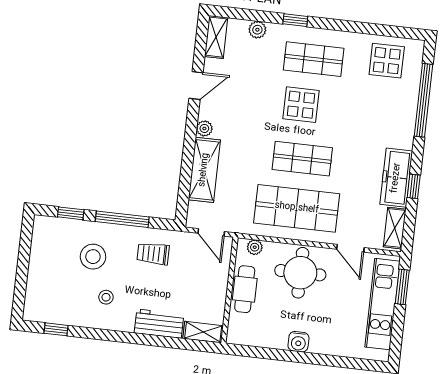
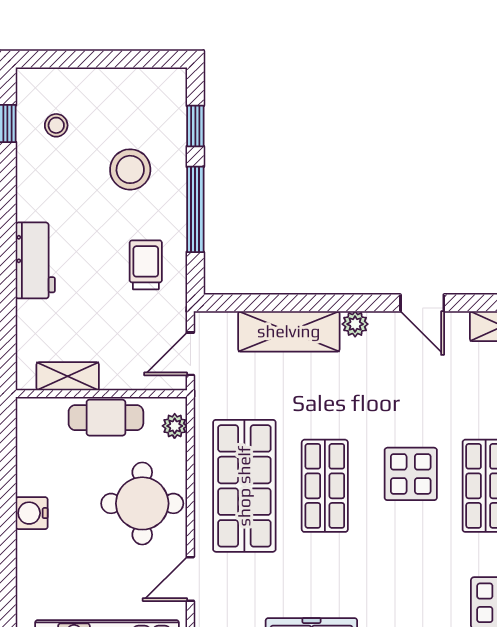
stool: (106, 297) -> (56, 125), moved
workbench: (159, 324) -> (35, 260), moved
shelving: (203, 332) -> (68, 376), moved, turned 90

